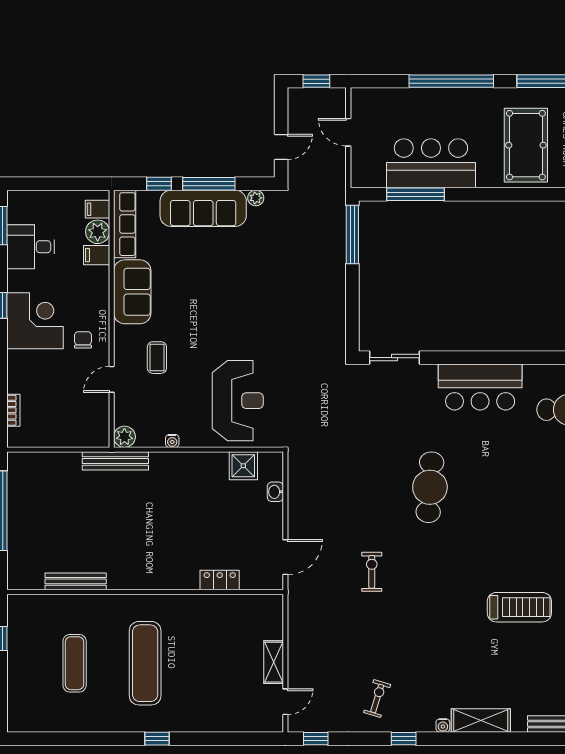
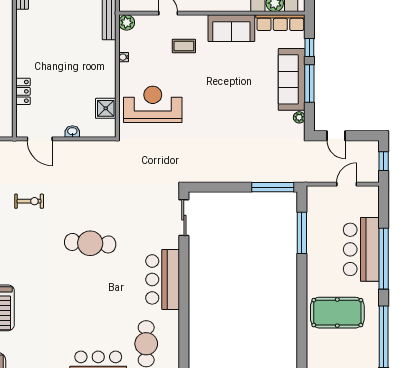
bar counter: (431, 163) -> (361, 249), moved, turned 180
reception desk: (238, 401) -> (153, 104), turned 180
washbasin: (275, 492) -> (72, 131), moved

